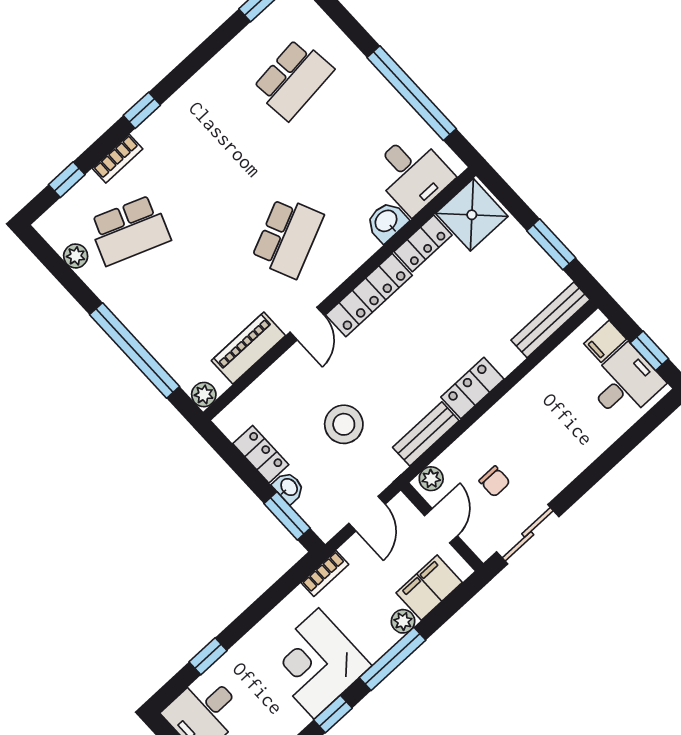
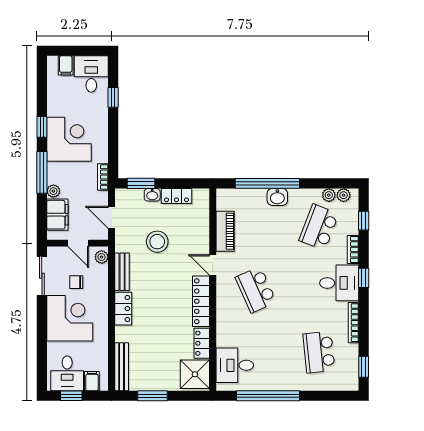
bookcase: (213, 70) -> (353, 323), added
desk: (178, 136) -> (339, 283), added
washbasin: (387, 222) -> (277, 197), moved, turned 90
plant: (204, 395) -> (344, 195), moved
corner desk: (550, 446) -> (70, 318), added

